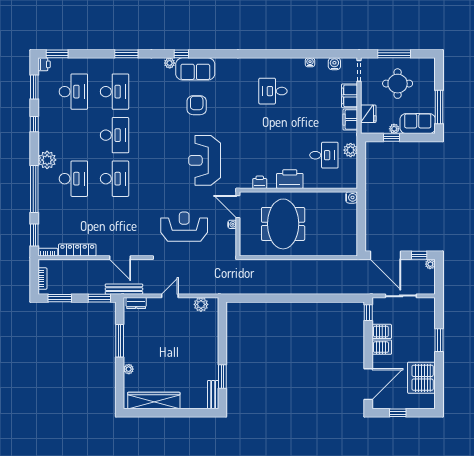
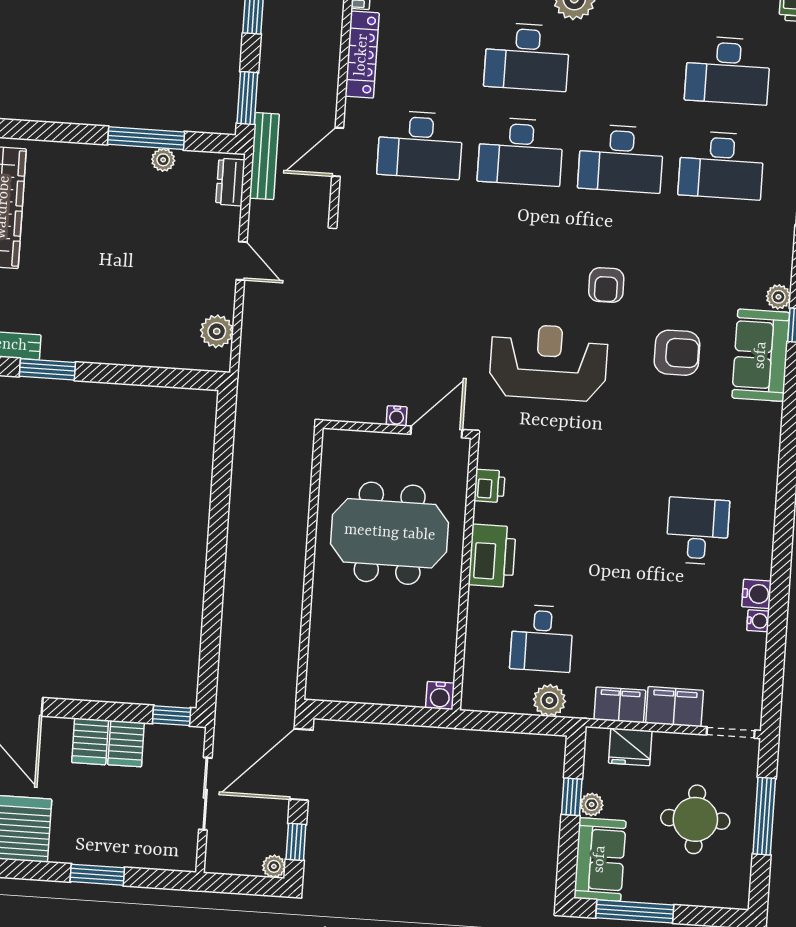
water cooler: (334, 64) -> (757, 594), moved
armchair: (170, 138) -> (606, 285), added
desk: (114, 222) -> (420, 145), added
reception desk: (184, 227) -> (399, 305), removed
plant: (129, 369) -> (163, 160), moved

